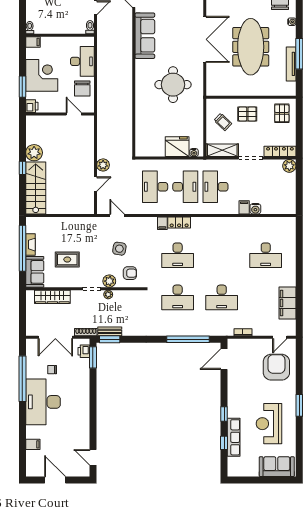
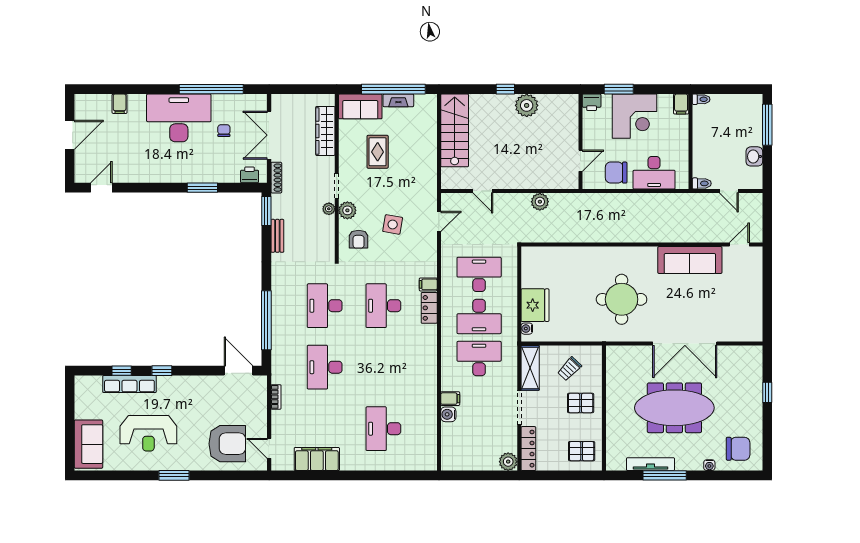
pallet: (247, 114) -> (581, 403), turned 90
plant: (103, 165) -> (540, 202), moved
stairs: (36, 188) -> (455, 130), moved, turned -90
bench: (110, 331) -> (277, 236), moved
window: (93, 357) -> (202, 188), moved
reception desk: (269, 424) -> (148, 433), turned 180

